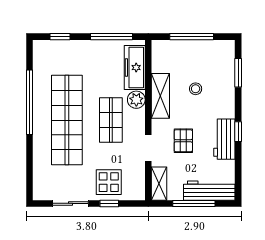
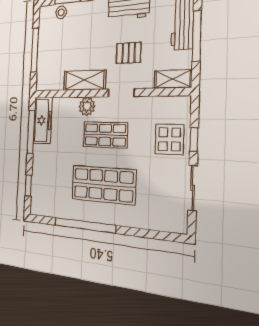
freezer: (135, 68) -> (43, 120), moved, turned -90
stool: (196, 89) -> (61, 12), moved
shop shelf: (67, 120) -> (103, 185), width x0.71
doorway: (148, 148) -> (121, 93), moved

